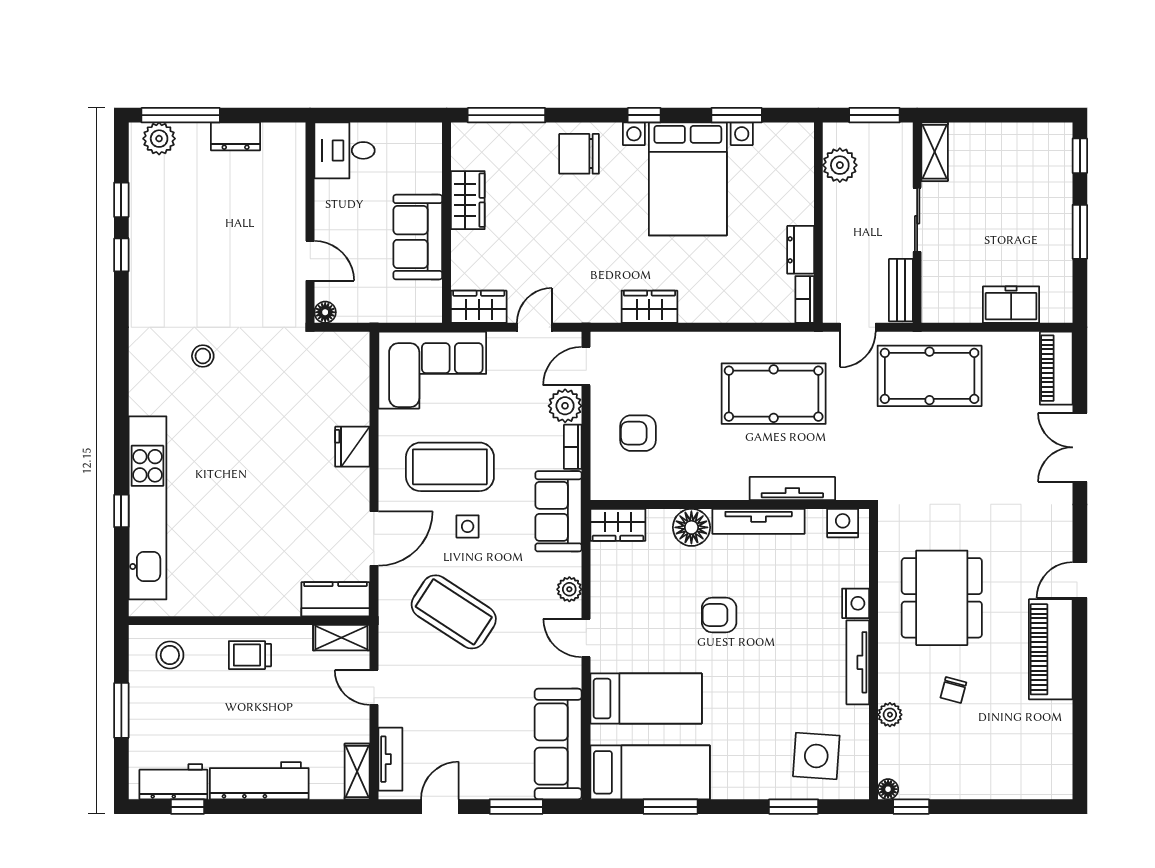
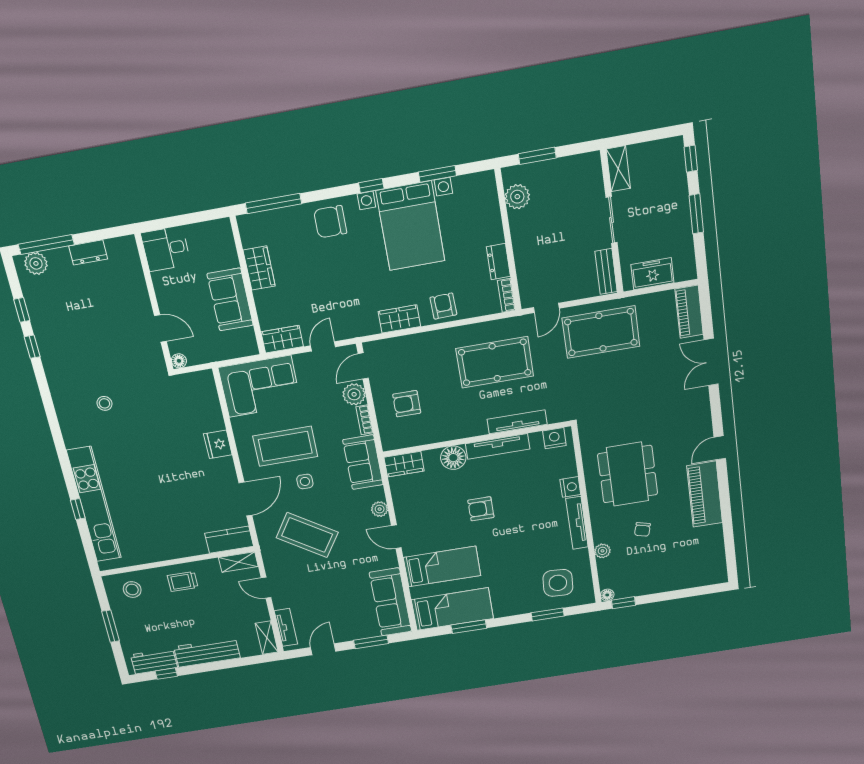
shelving: (935, 152) -> (618, 169), moved
sliding door: (917, 220) -> (612, 220), moved
wall: (917, 223) -> (612, 222), moved
bench: (901, 290) -> (606, 271), moved
armchair: (714, 299) -> (443, 306), added

